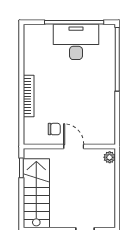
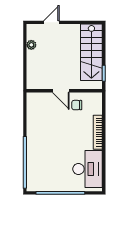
desk: (76, 42) -> (88, 169), moved, turned -90
plant: (110, 157) -> (31, 45), moved

